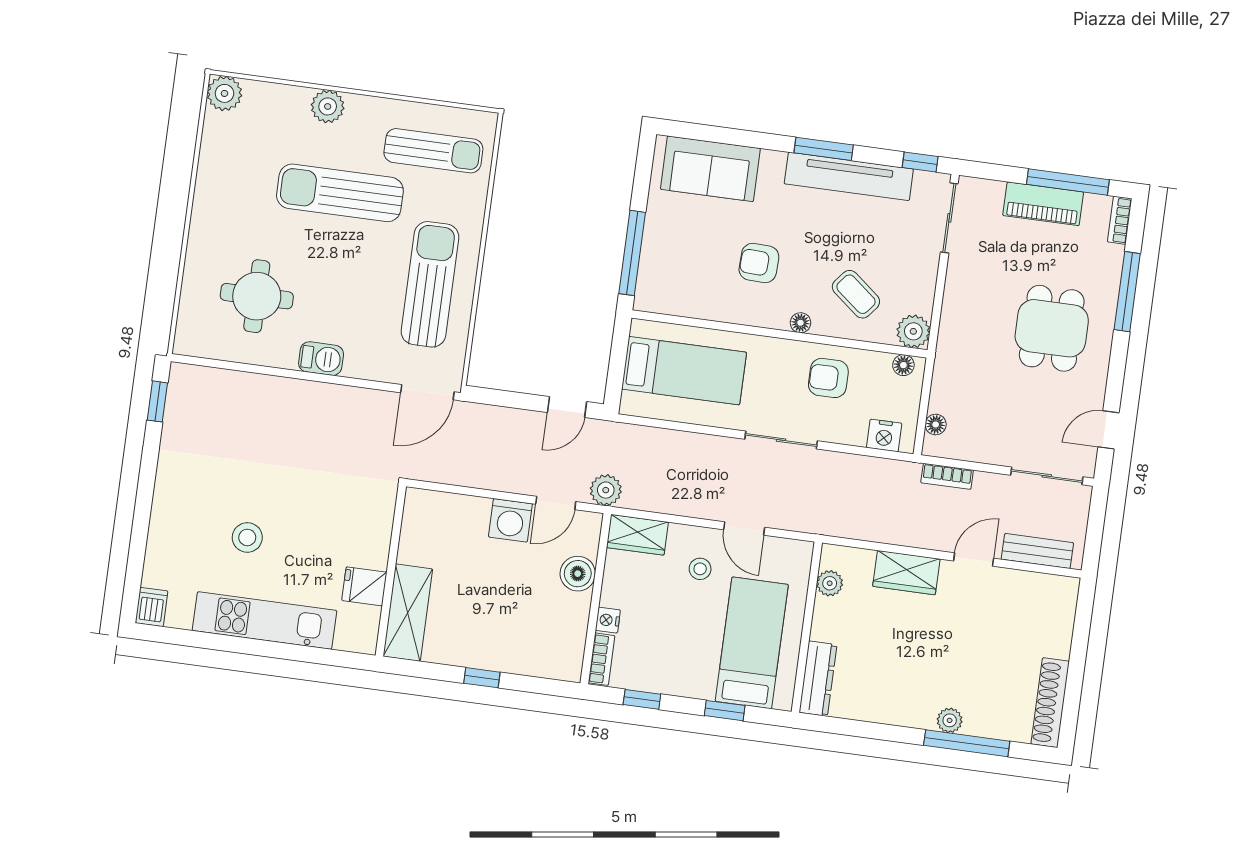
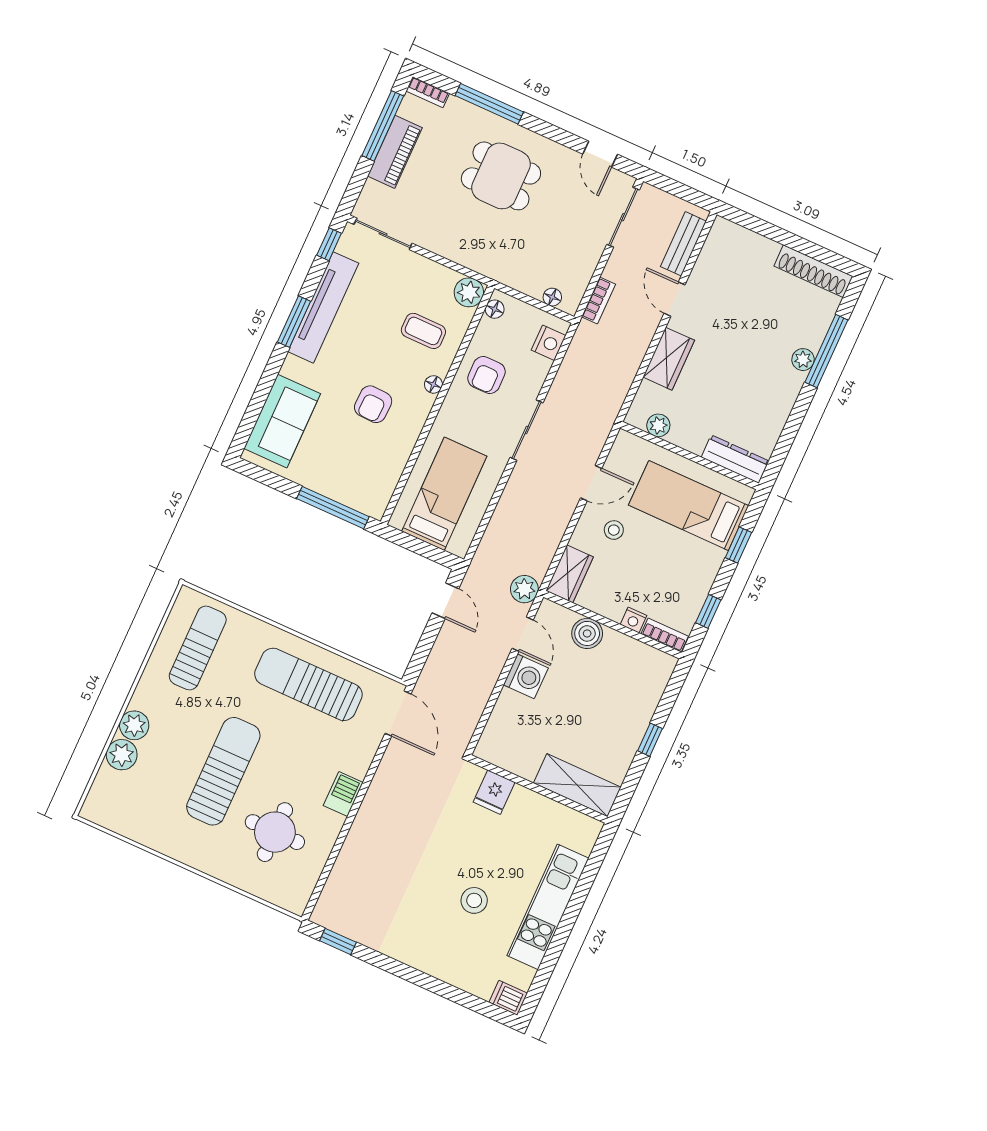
plant: (224, 93) -> (122, 755), moved
sun lounger: (340, 193) -> (223, 771), moved, turned 180
coffee table: (856, 294) -> (423, 331), turned 51
fridge: (364, 586) -> (494, 792), moved

